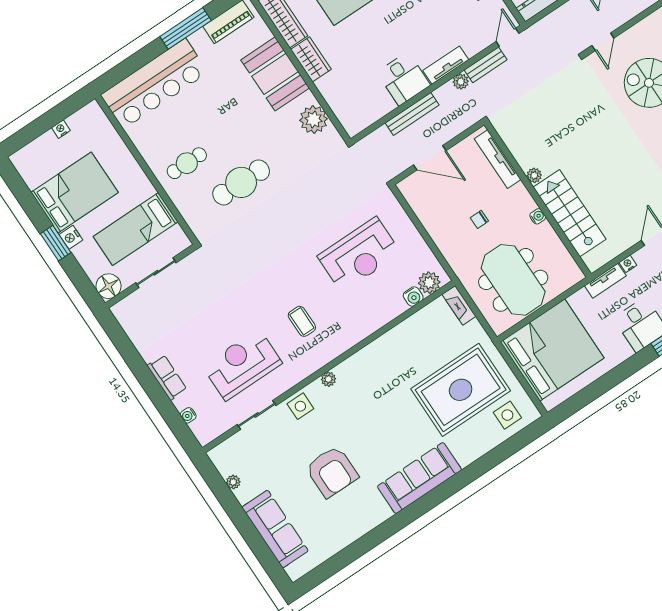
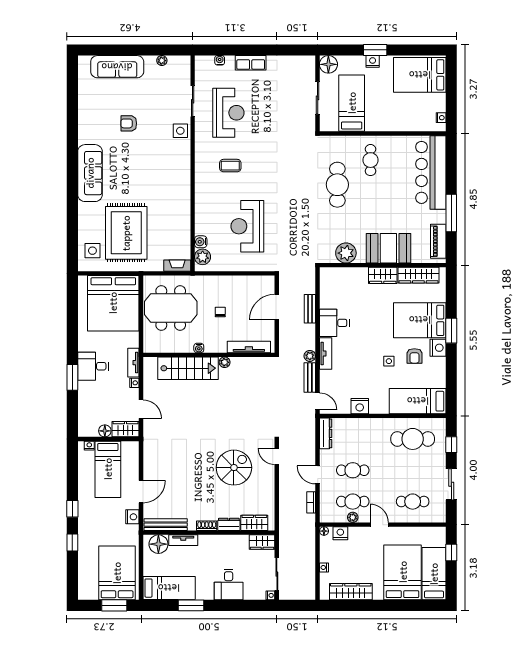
bench: (412, 114) -> (310, 309), width x0.73
nightstand: (61, 129) -> (441, 118), moved
bed: (75, 192) -> (420, 75), moved, turned 90
plant: (328, 379) -> (185, 158), removed
armchair: (332, 472) -> (129, 123), width x0.53, depth x0.53

